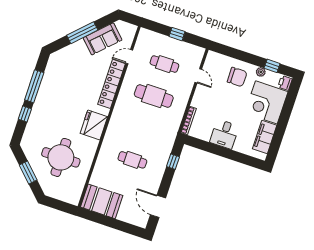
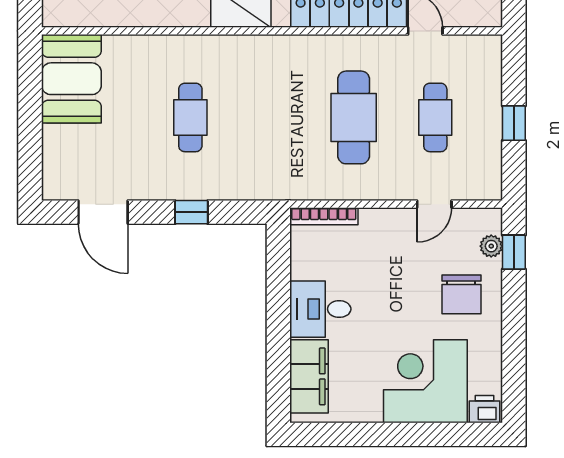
window: (272, 66) -> (514, 252), moved
plant: (261, 72) -> (491, 246), moved
filing cabinet: (265, 137) -> (309, 376), moved, turned 90
window: (173, 162) -> (191, 212), moved
door: (158, 206) -> (103, 212), swing flipped

